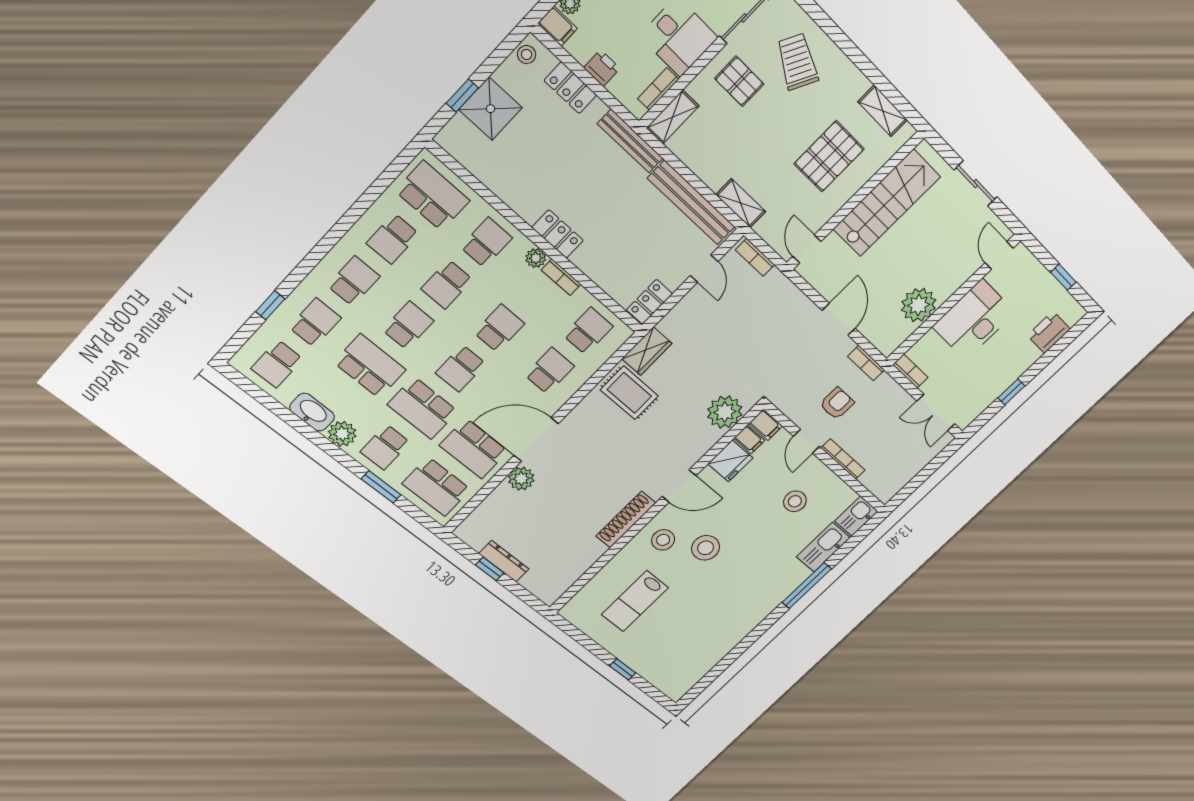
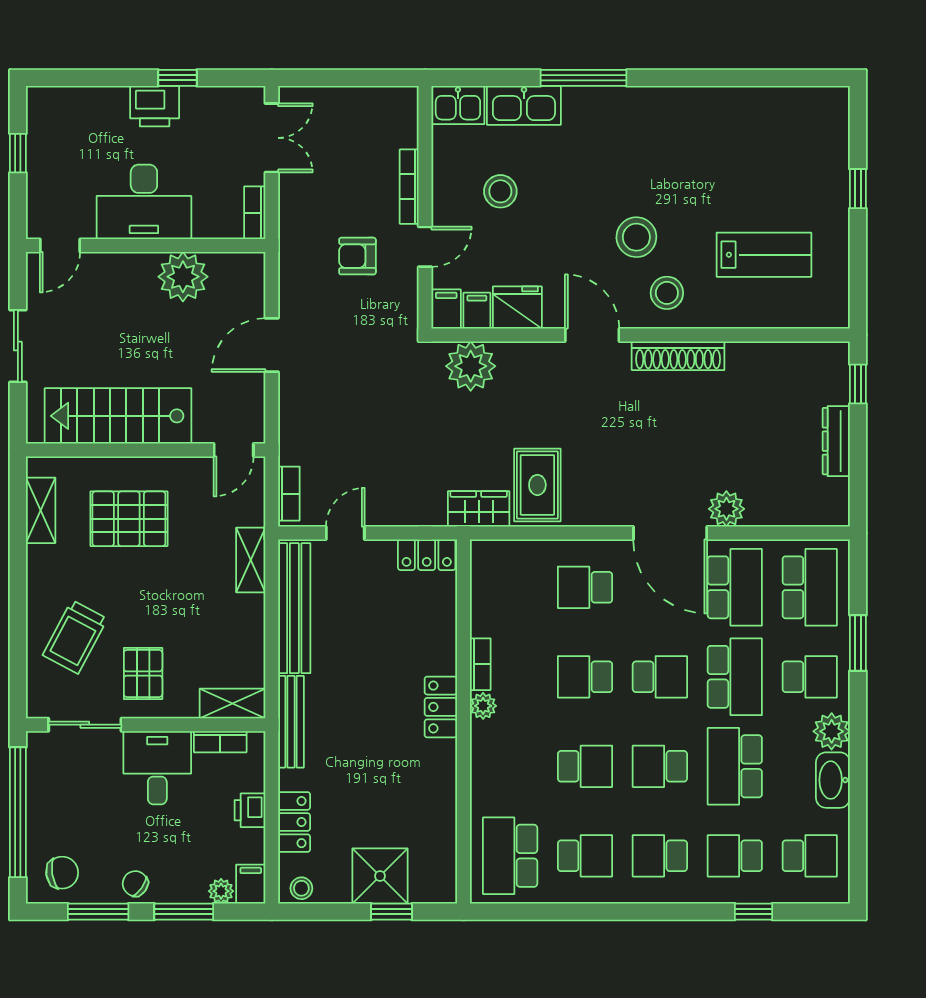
school desk: (486, 243) -> (510, 766), removed
school desk: (588, 331) -> (510, 587), removed
printer: (1049, 332) -> (155, 106), moved
bookcase: (866, 363) -> (289, 269), removed
window: (490, 569) -> (858, 384), moved

